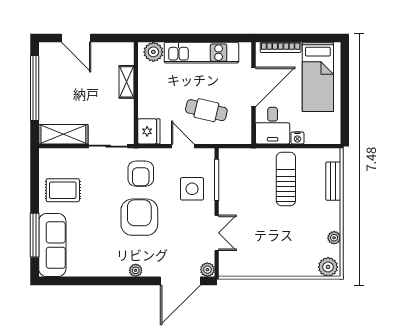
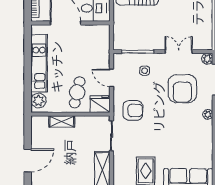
cafe table: (206, 110) -> (77, 92), moved
door: (183, 146) -> (111, 78), hinge flipped
side table: (192, 189) -> (145, 71), width x0.54, depth x0.54
armchair: (139, 217) -> (182, 89), moved, turned -90

